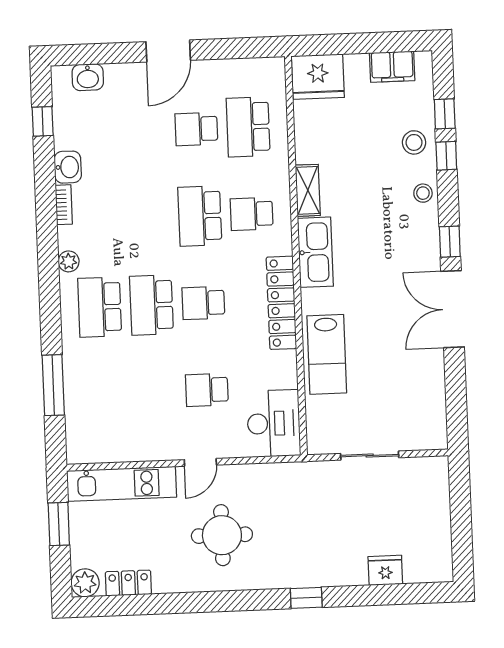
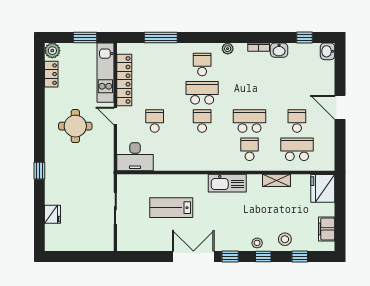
washbasin: (88, 77) -> (328, 51), moved
window: (446, 156) -> (263, 257), moved
shelving: (308, 190) -> (277, 180), moved
locker: (281, 303) -> (124, 80), moved, turned 90
school desk: (100, 307) -> (202, 65), width x0.54
lab bench: (327, 354) -> (171, 208), moved

